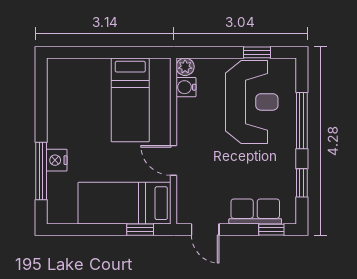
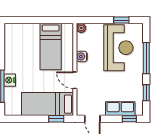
water cooler: (186, 87) -> (82, 56), moved

